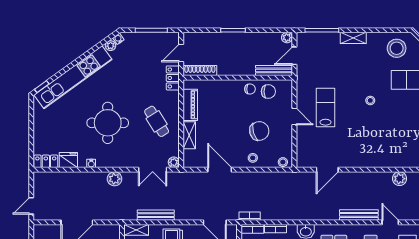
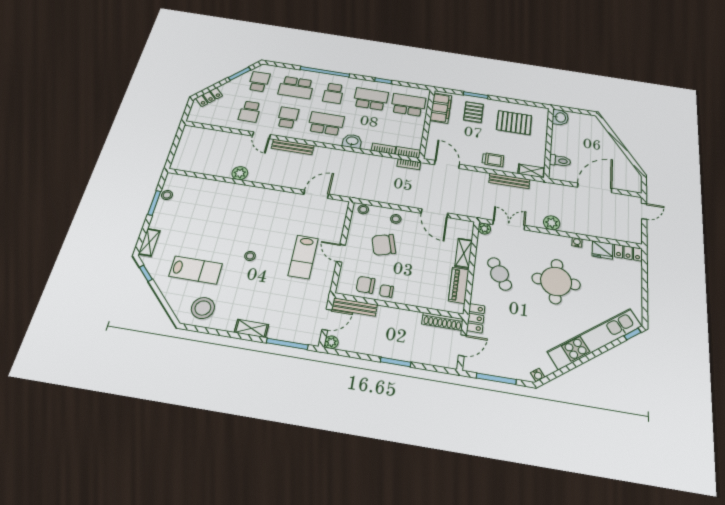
plant: (111, 46) -> (548, 368), removed

